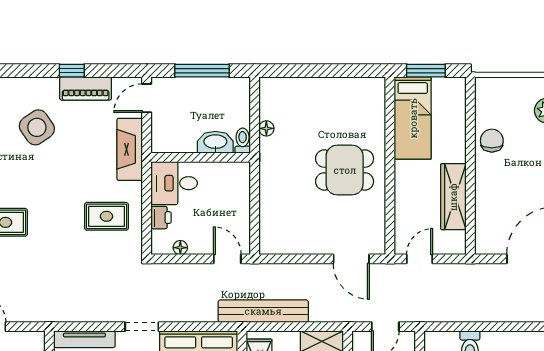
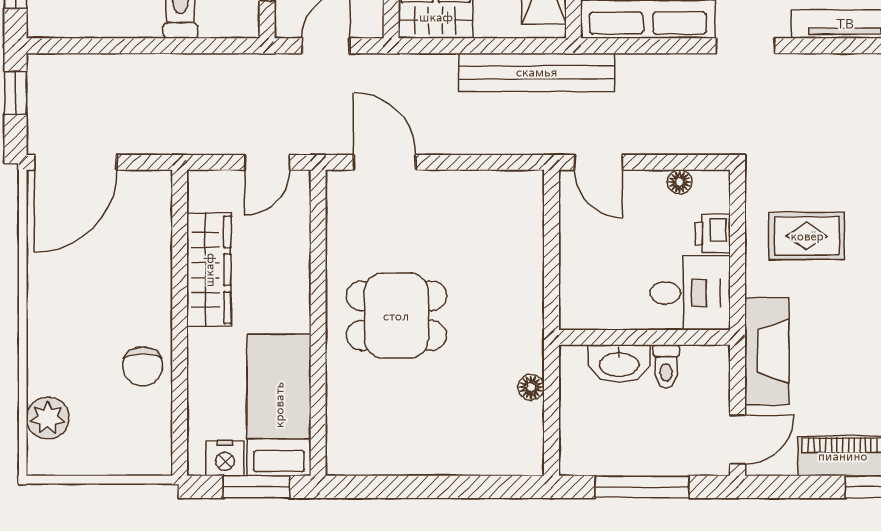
nightstand: (444, 87) -> (225, 458), added
toilet: (243, 141) -> (666, 366), moved

